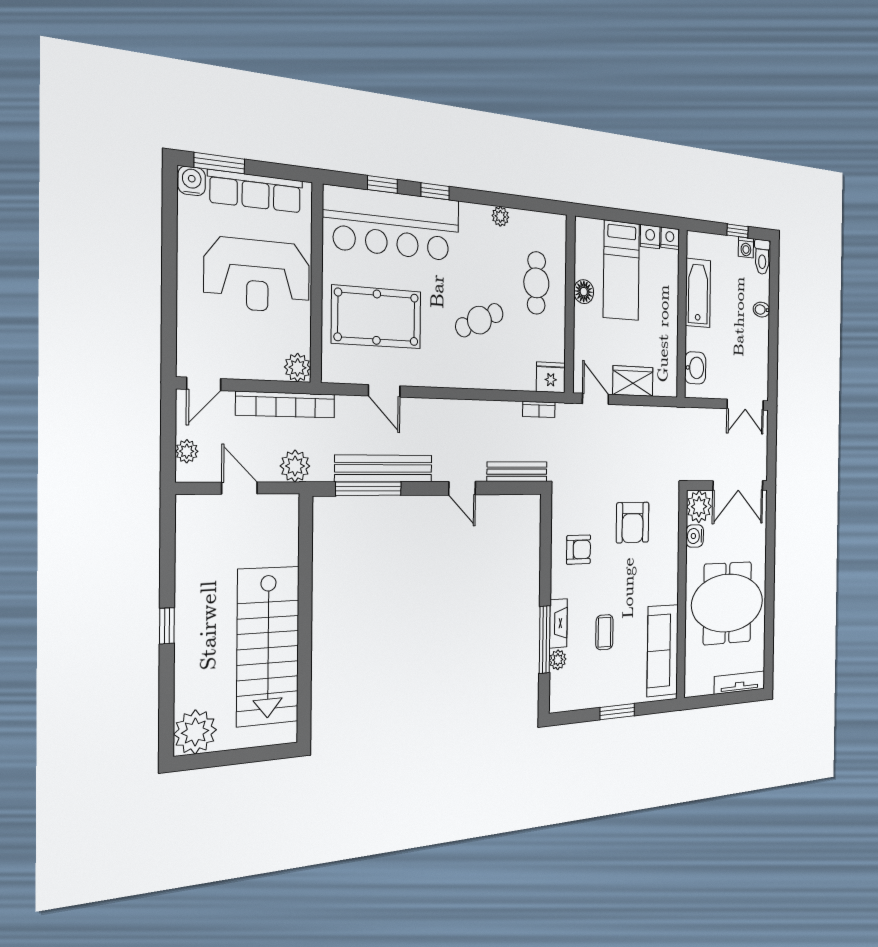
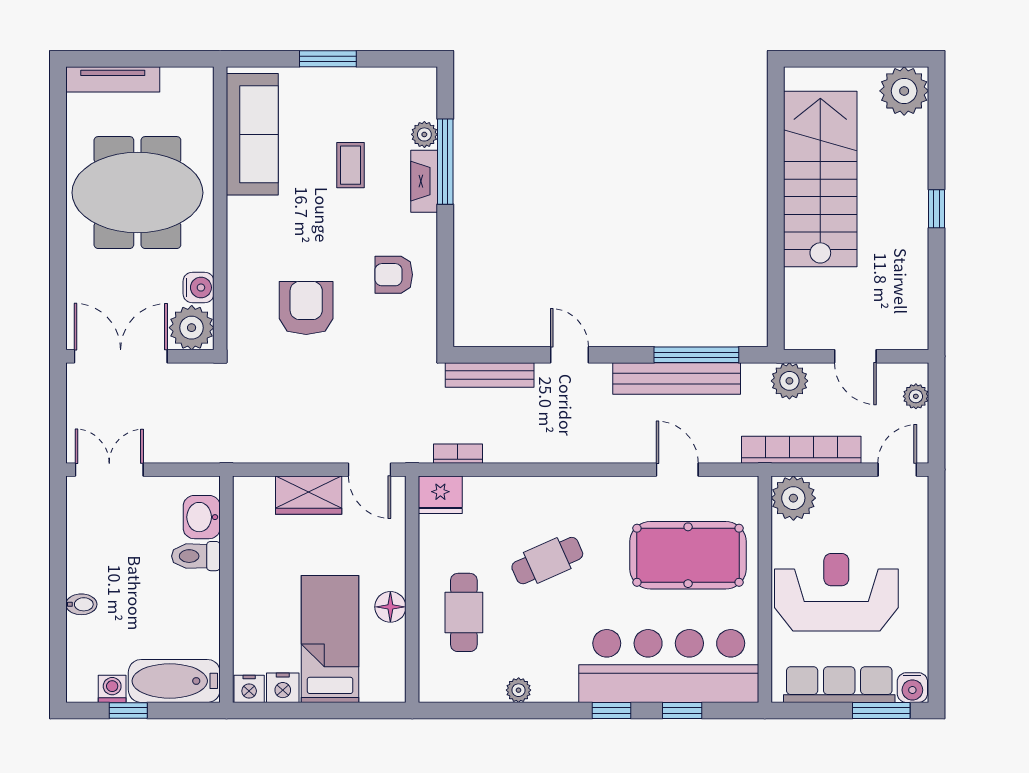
toilet: (762, 257) -> (196, 556), moved, turned -90
bathtub: (698, 293) -> (174, 681), moved, turned 90
plant: (298, 367) -> (793, 498), width x1.36, depth x1.36

